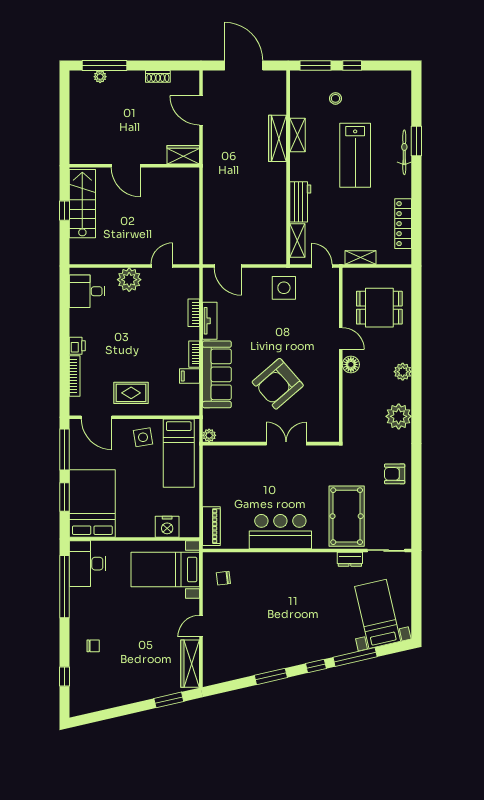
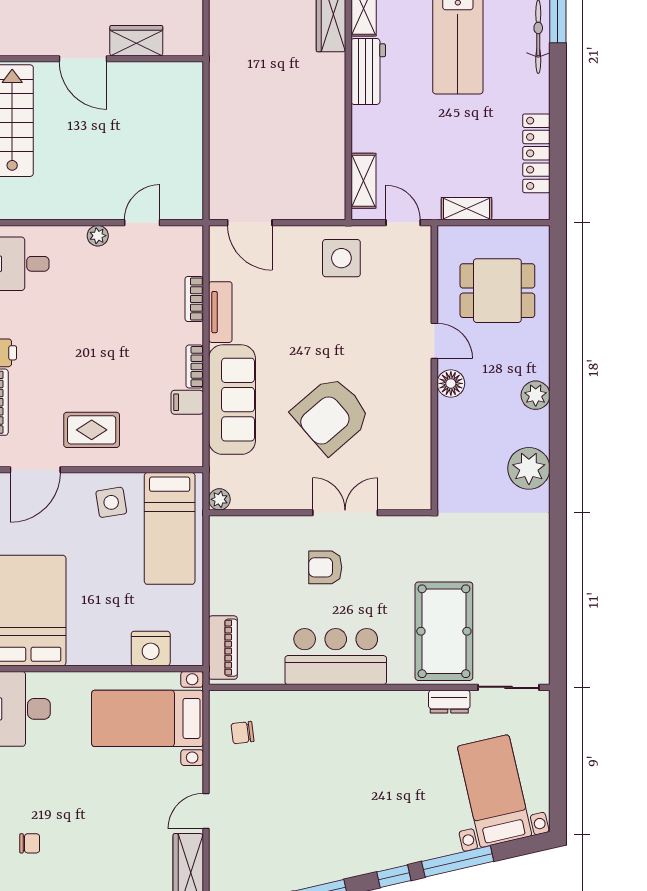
wardrobe: (183, 155) -> (136, 41), moved
workbench: (300, 202) -> (368, 71), moved
plant: (129, 280) -> (98, 236), width x0.53, depth x0.53
door: (97, 417) -> (35, 470), hinge flipped
armchair: (395, 474) -> (325, 567), moved

